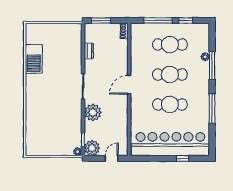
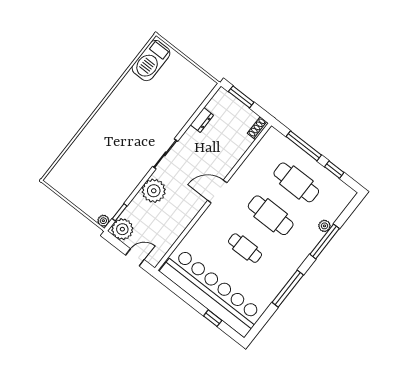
barbecue: (34, 59) -> (151, 61), moved
cafe table: (170, 104) -> (245, 248), width x0.73, depth x0.74

